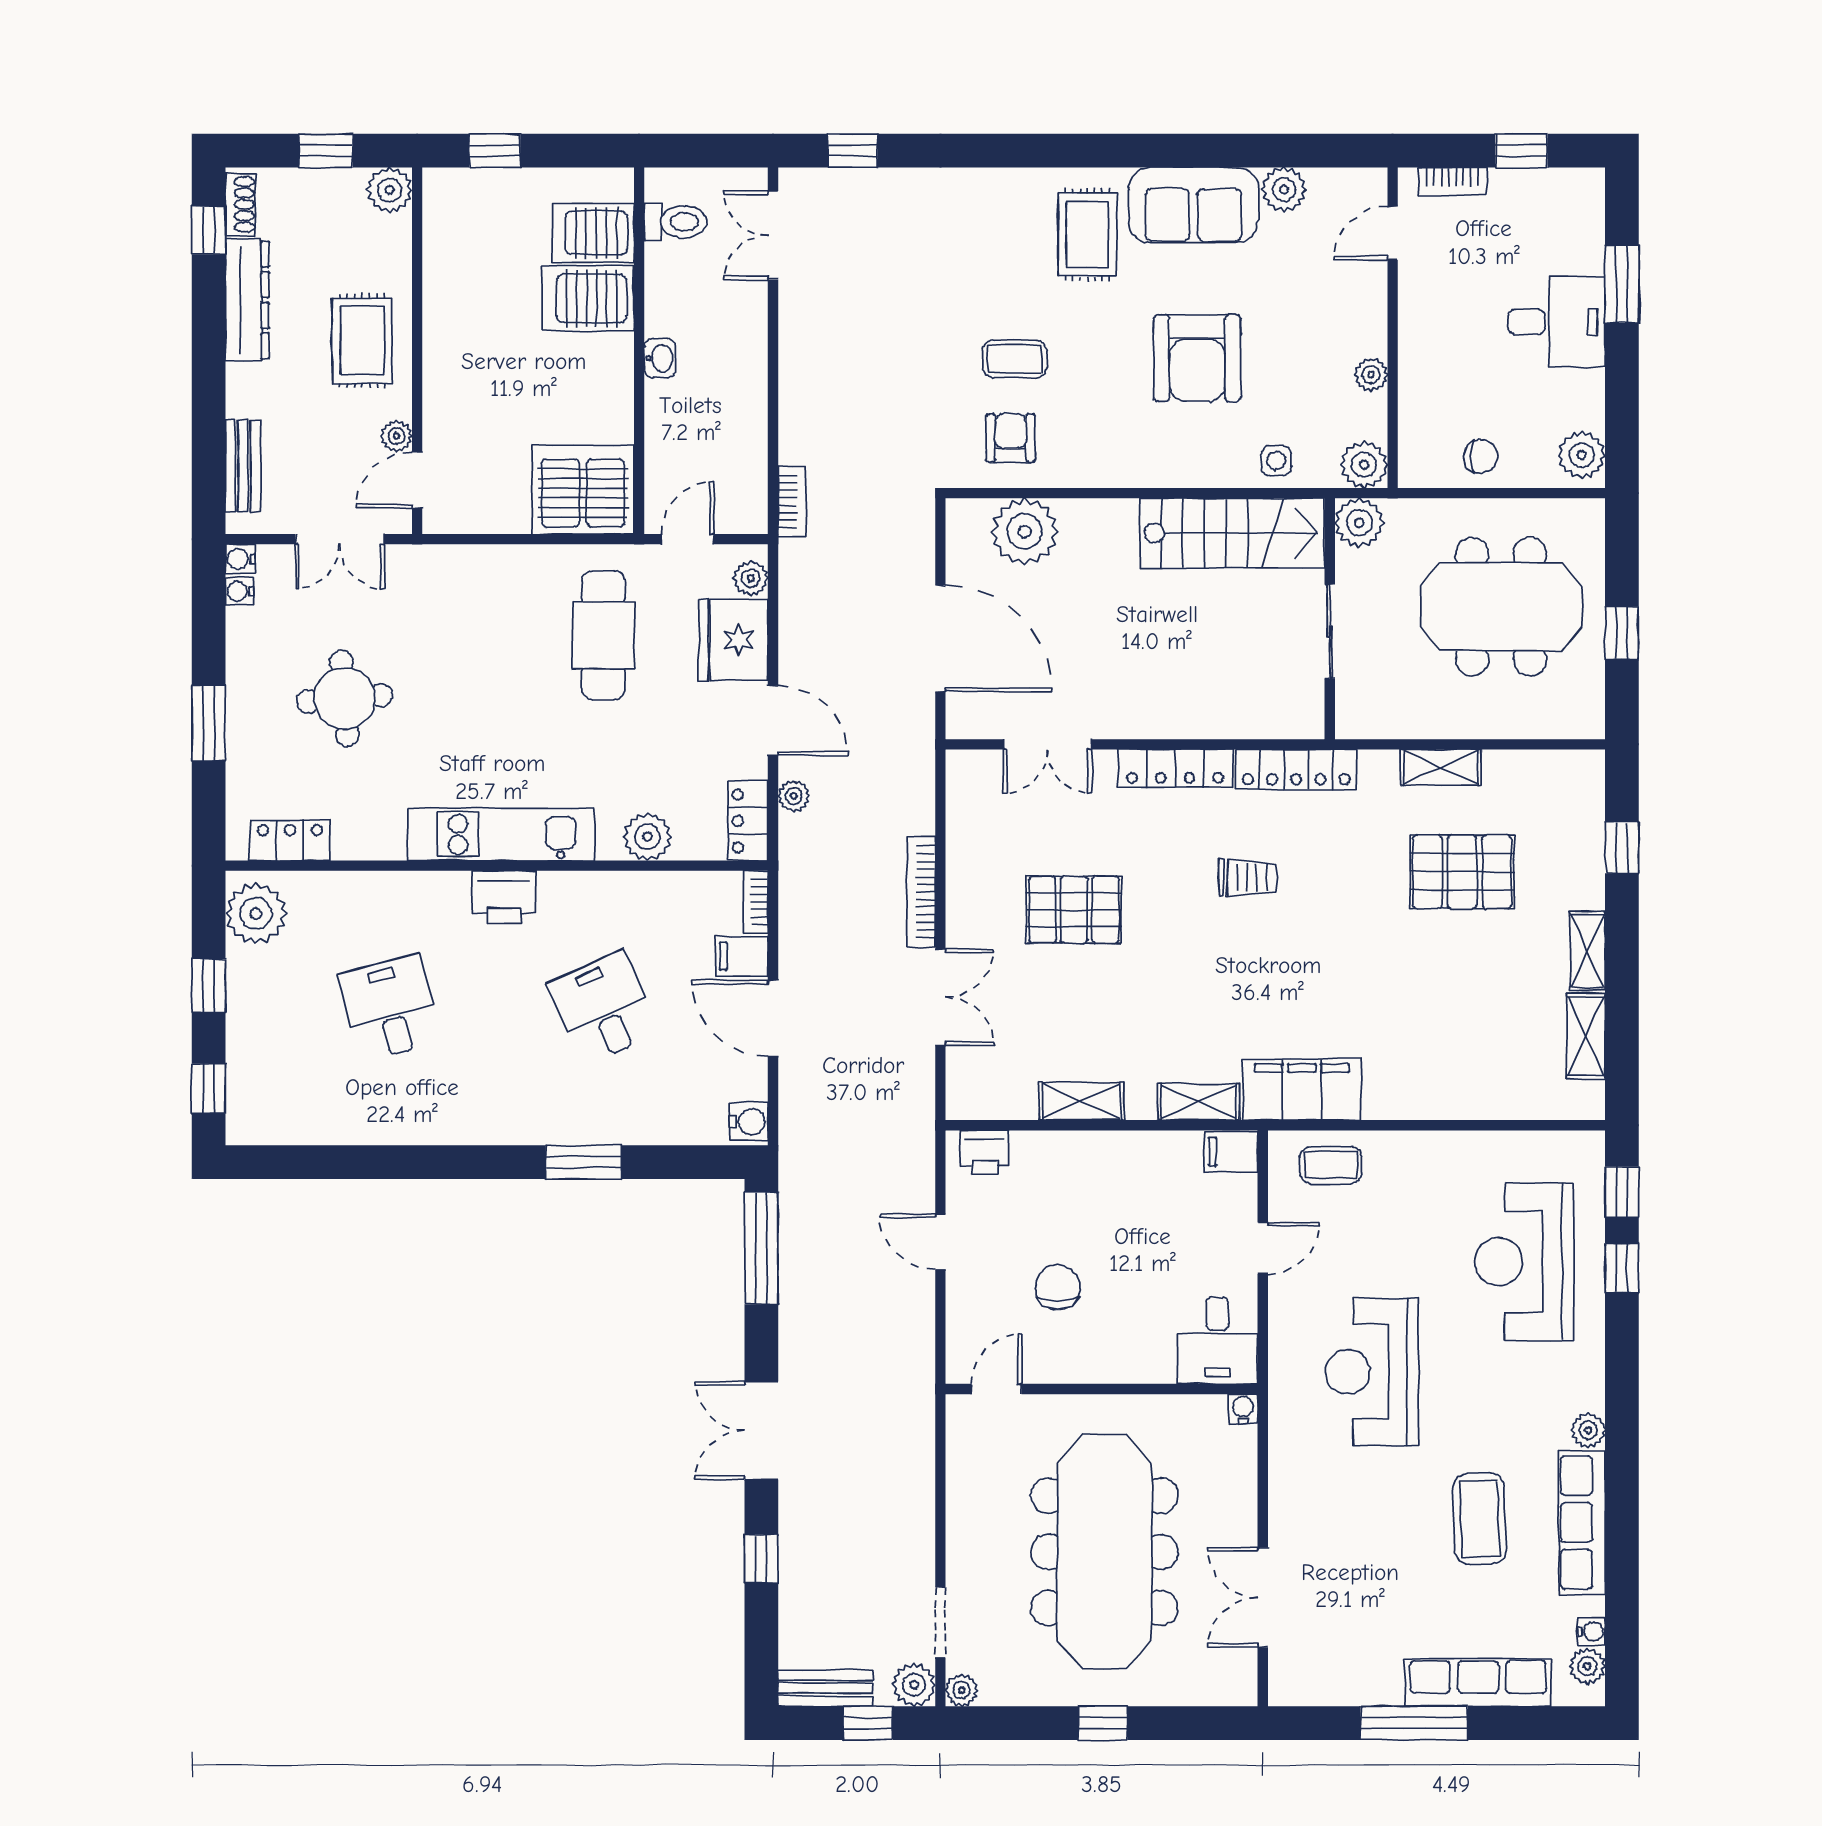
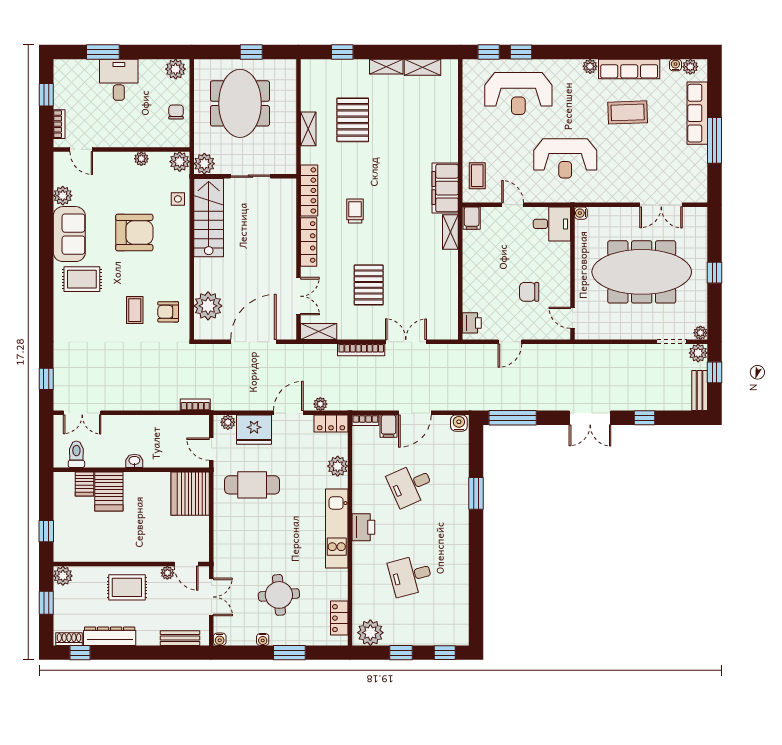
server rack: (593, 233) -> (84, 484), width x0.73, depth x0.70
water cooler: (240, 591) -> (263, 639), moved
shelving: (1081, 1101) -> (319, 331), moved, turned 90

